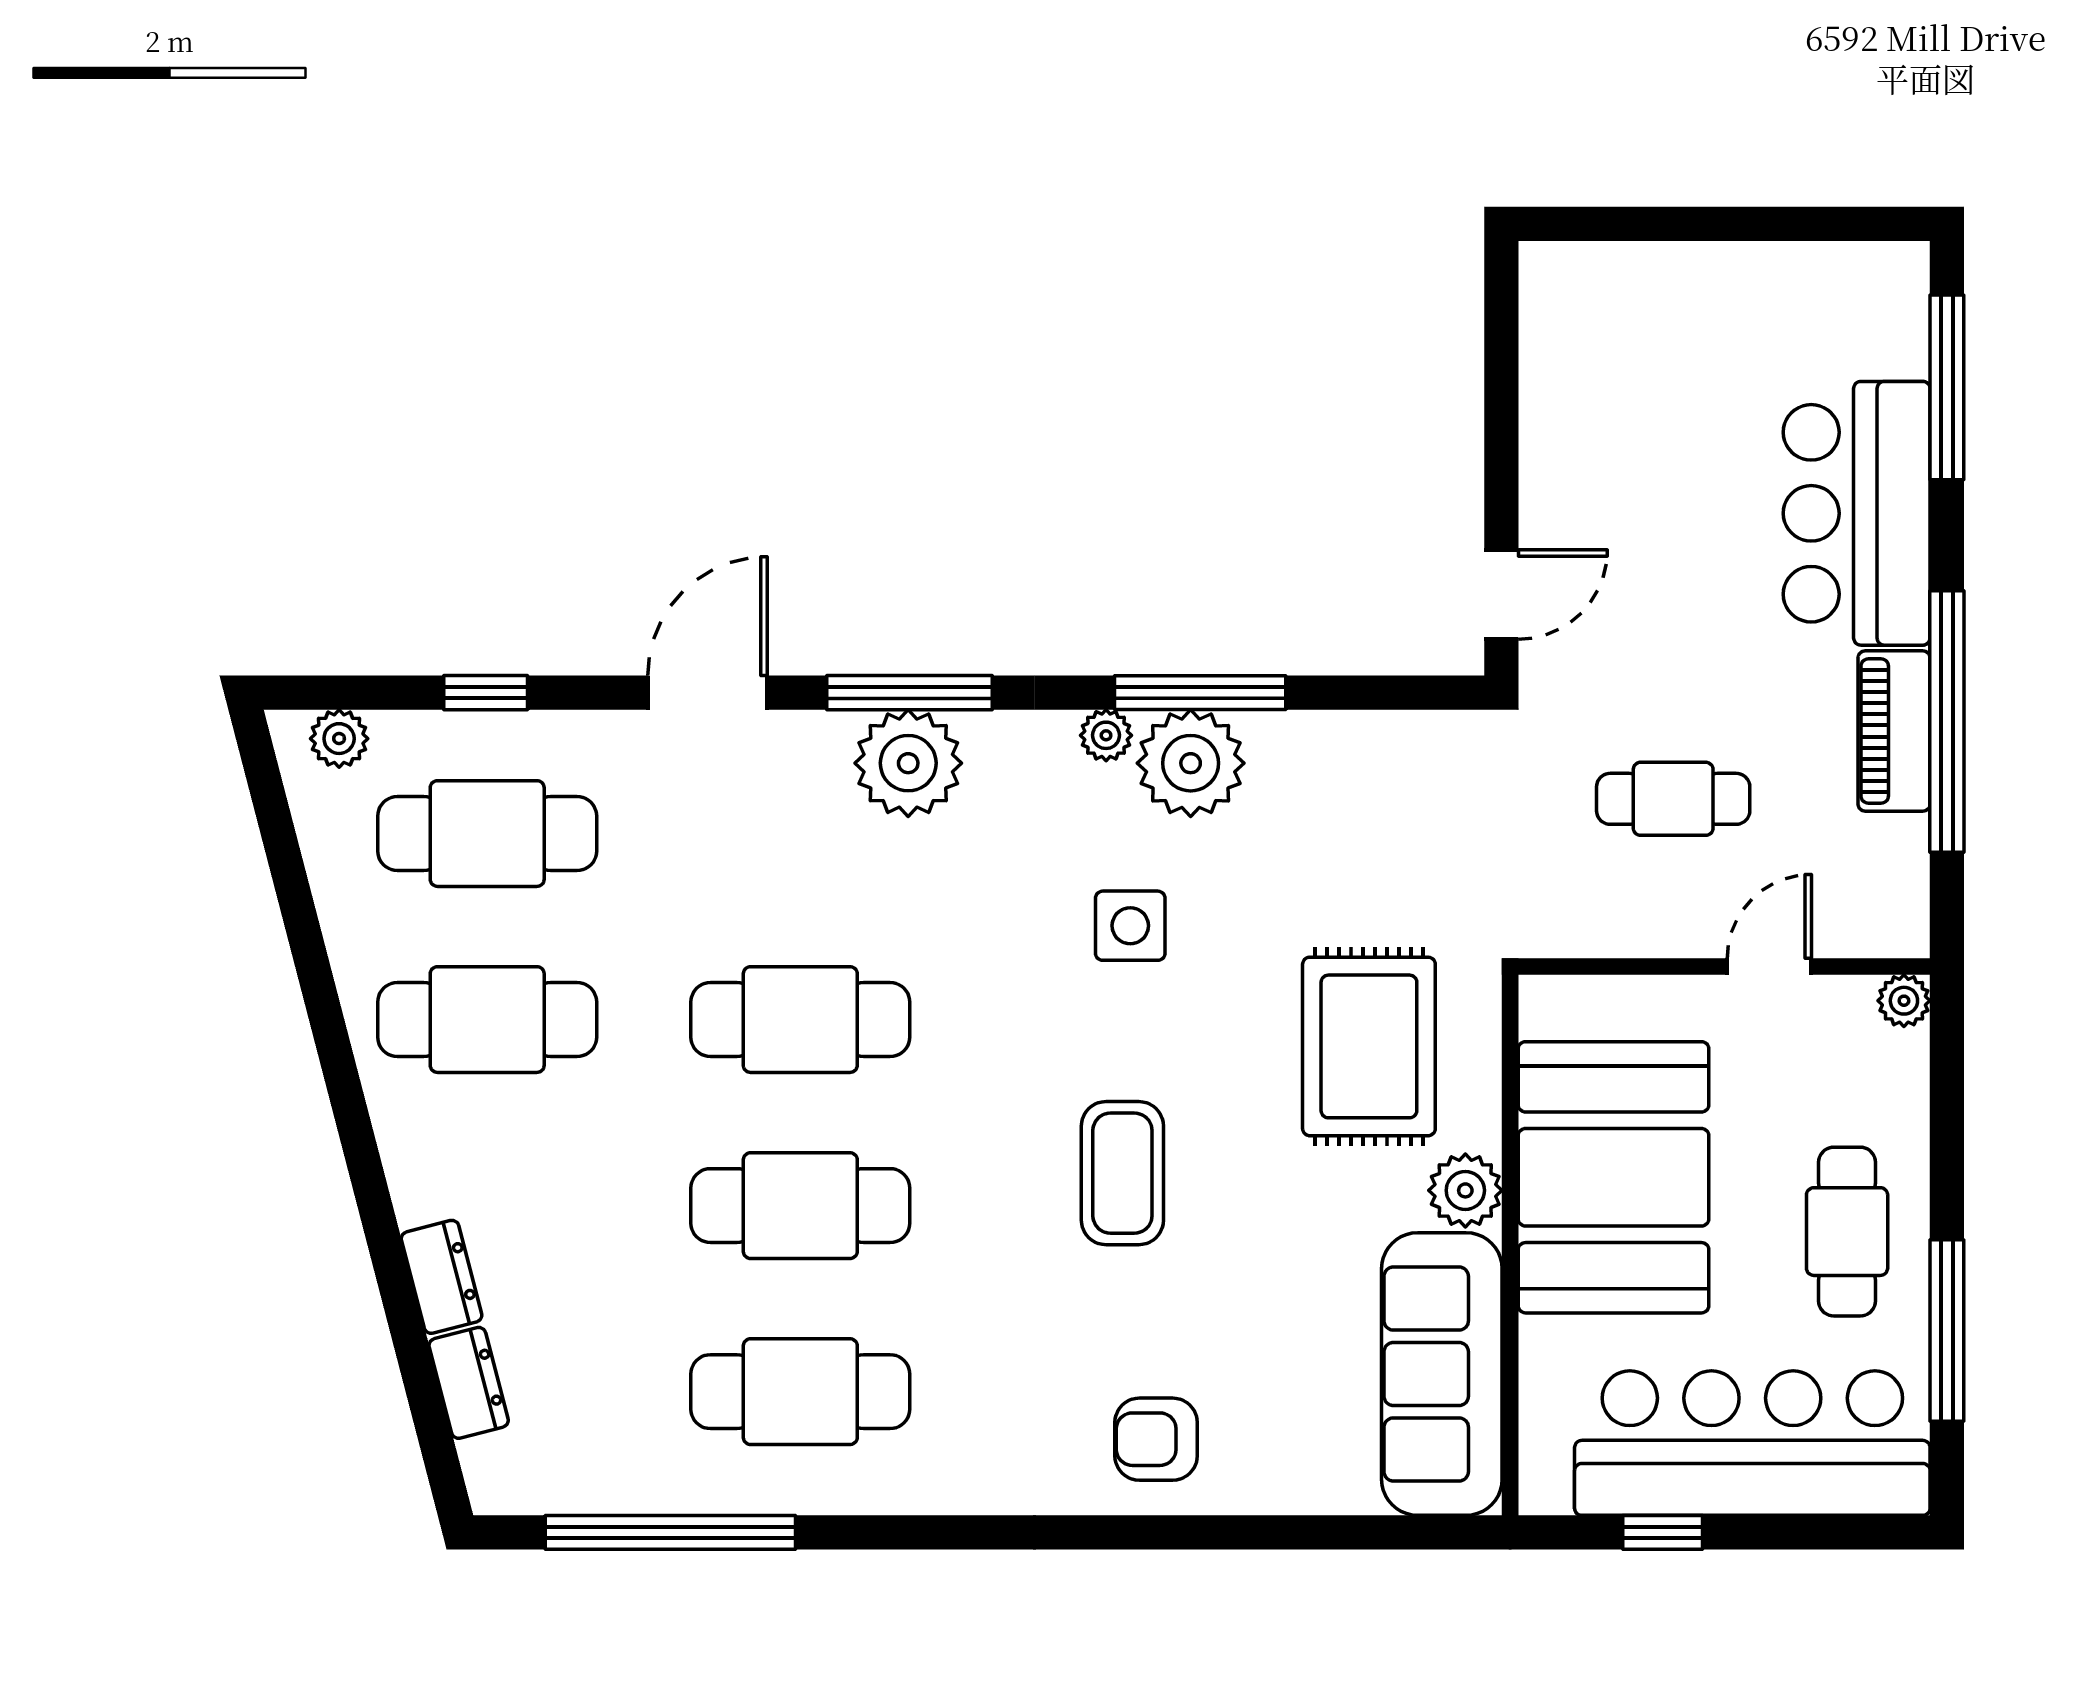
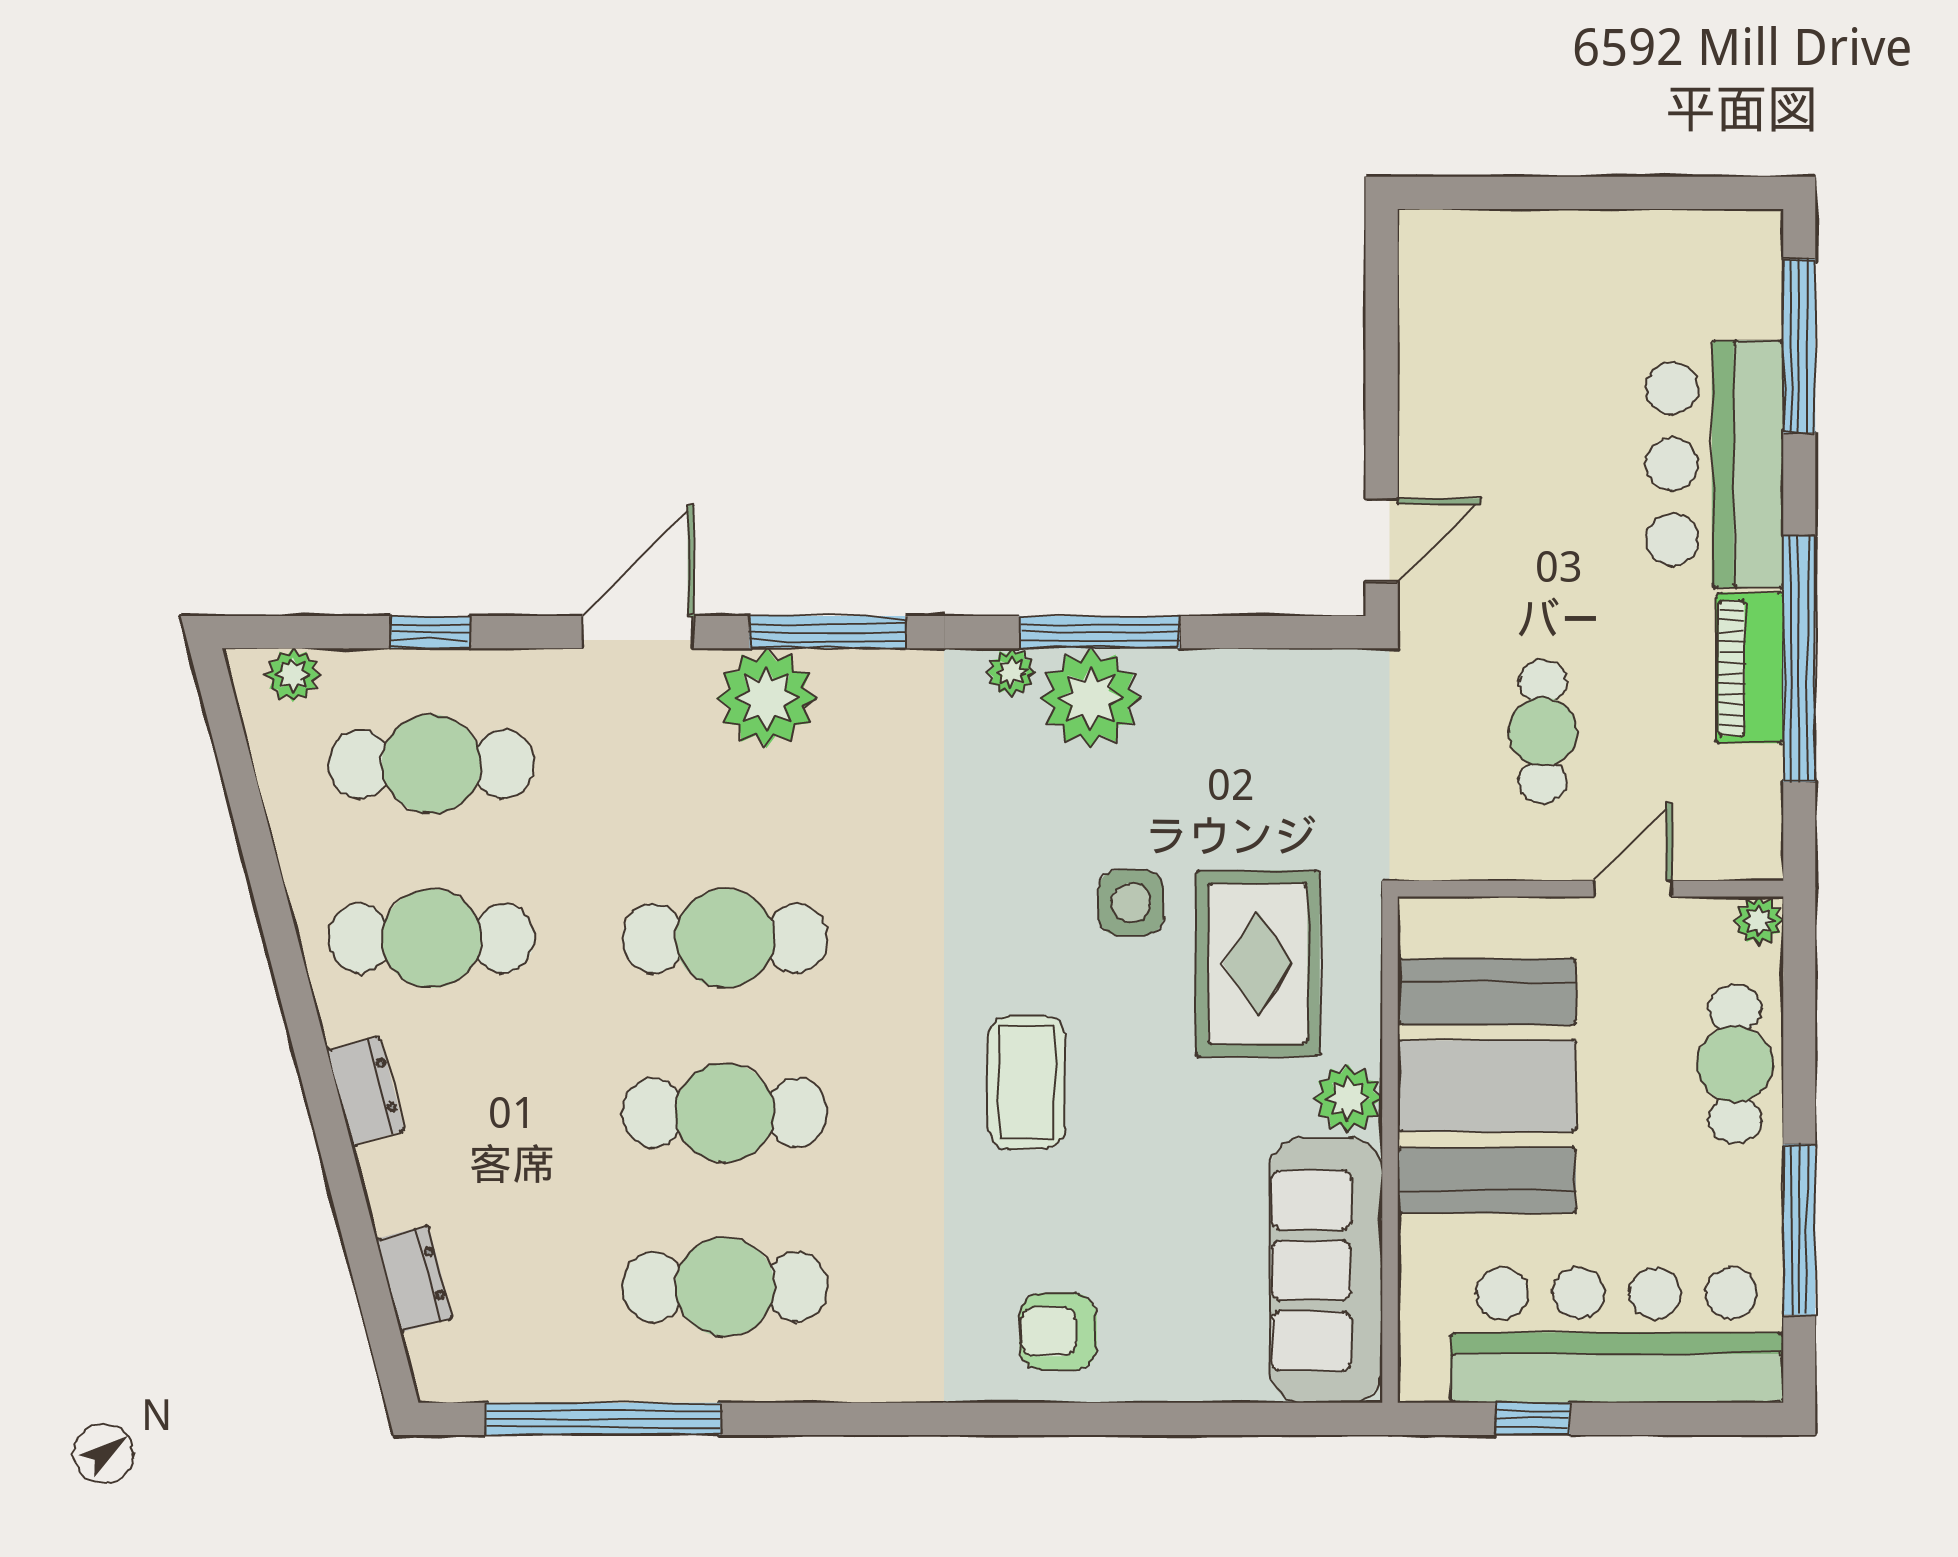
plant: (908, 763) -> (766, 698), moved
cafe table: (1673, 799) -> (1543, 731), turned 90
side table: (1130, 926) -> (1131, 903), moved
cafe table: (1847, 1232) -> (1735, 1064), moved
dresser: (442, 1277) -> (366, 1090), moved

